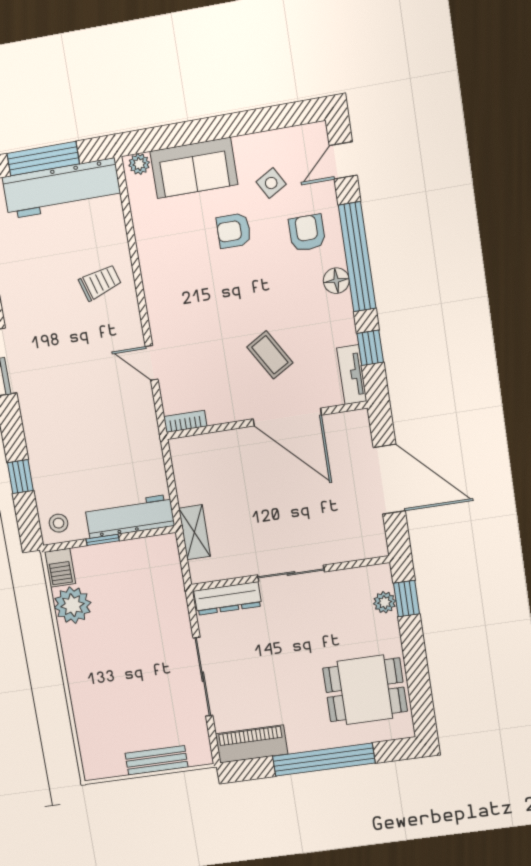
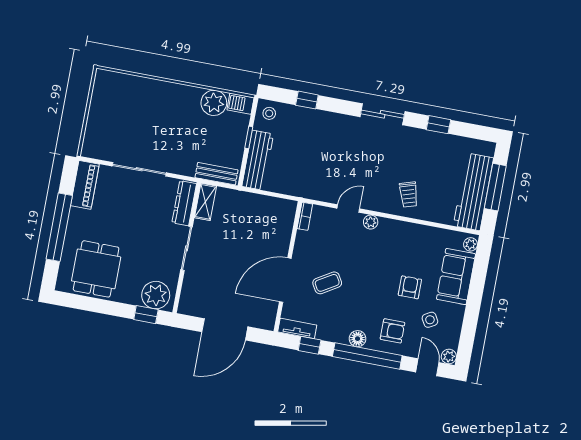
plant: (316, 134) -> (449, 357), added
plant: (159, 323) -> (371, 222), added
shelving: (195, 532) -> (205, 202), moved, turned 90
plant: (385, 602) -> (156, 295), width x1.88, depth x1.88
bench: (157, 760) -> (216, 174), moved, turned 90

